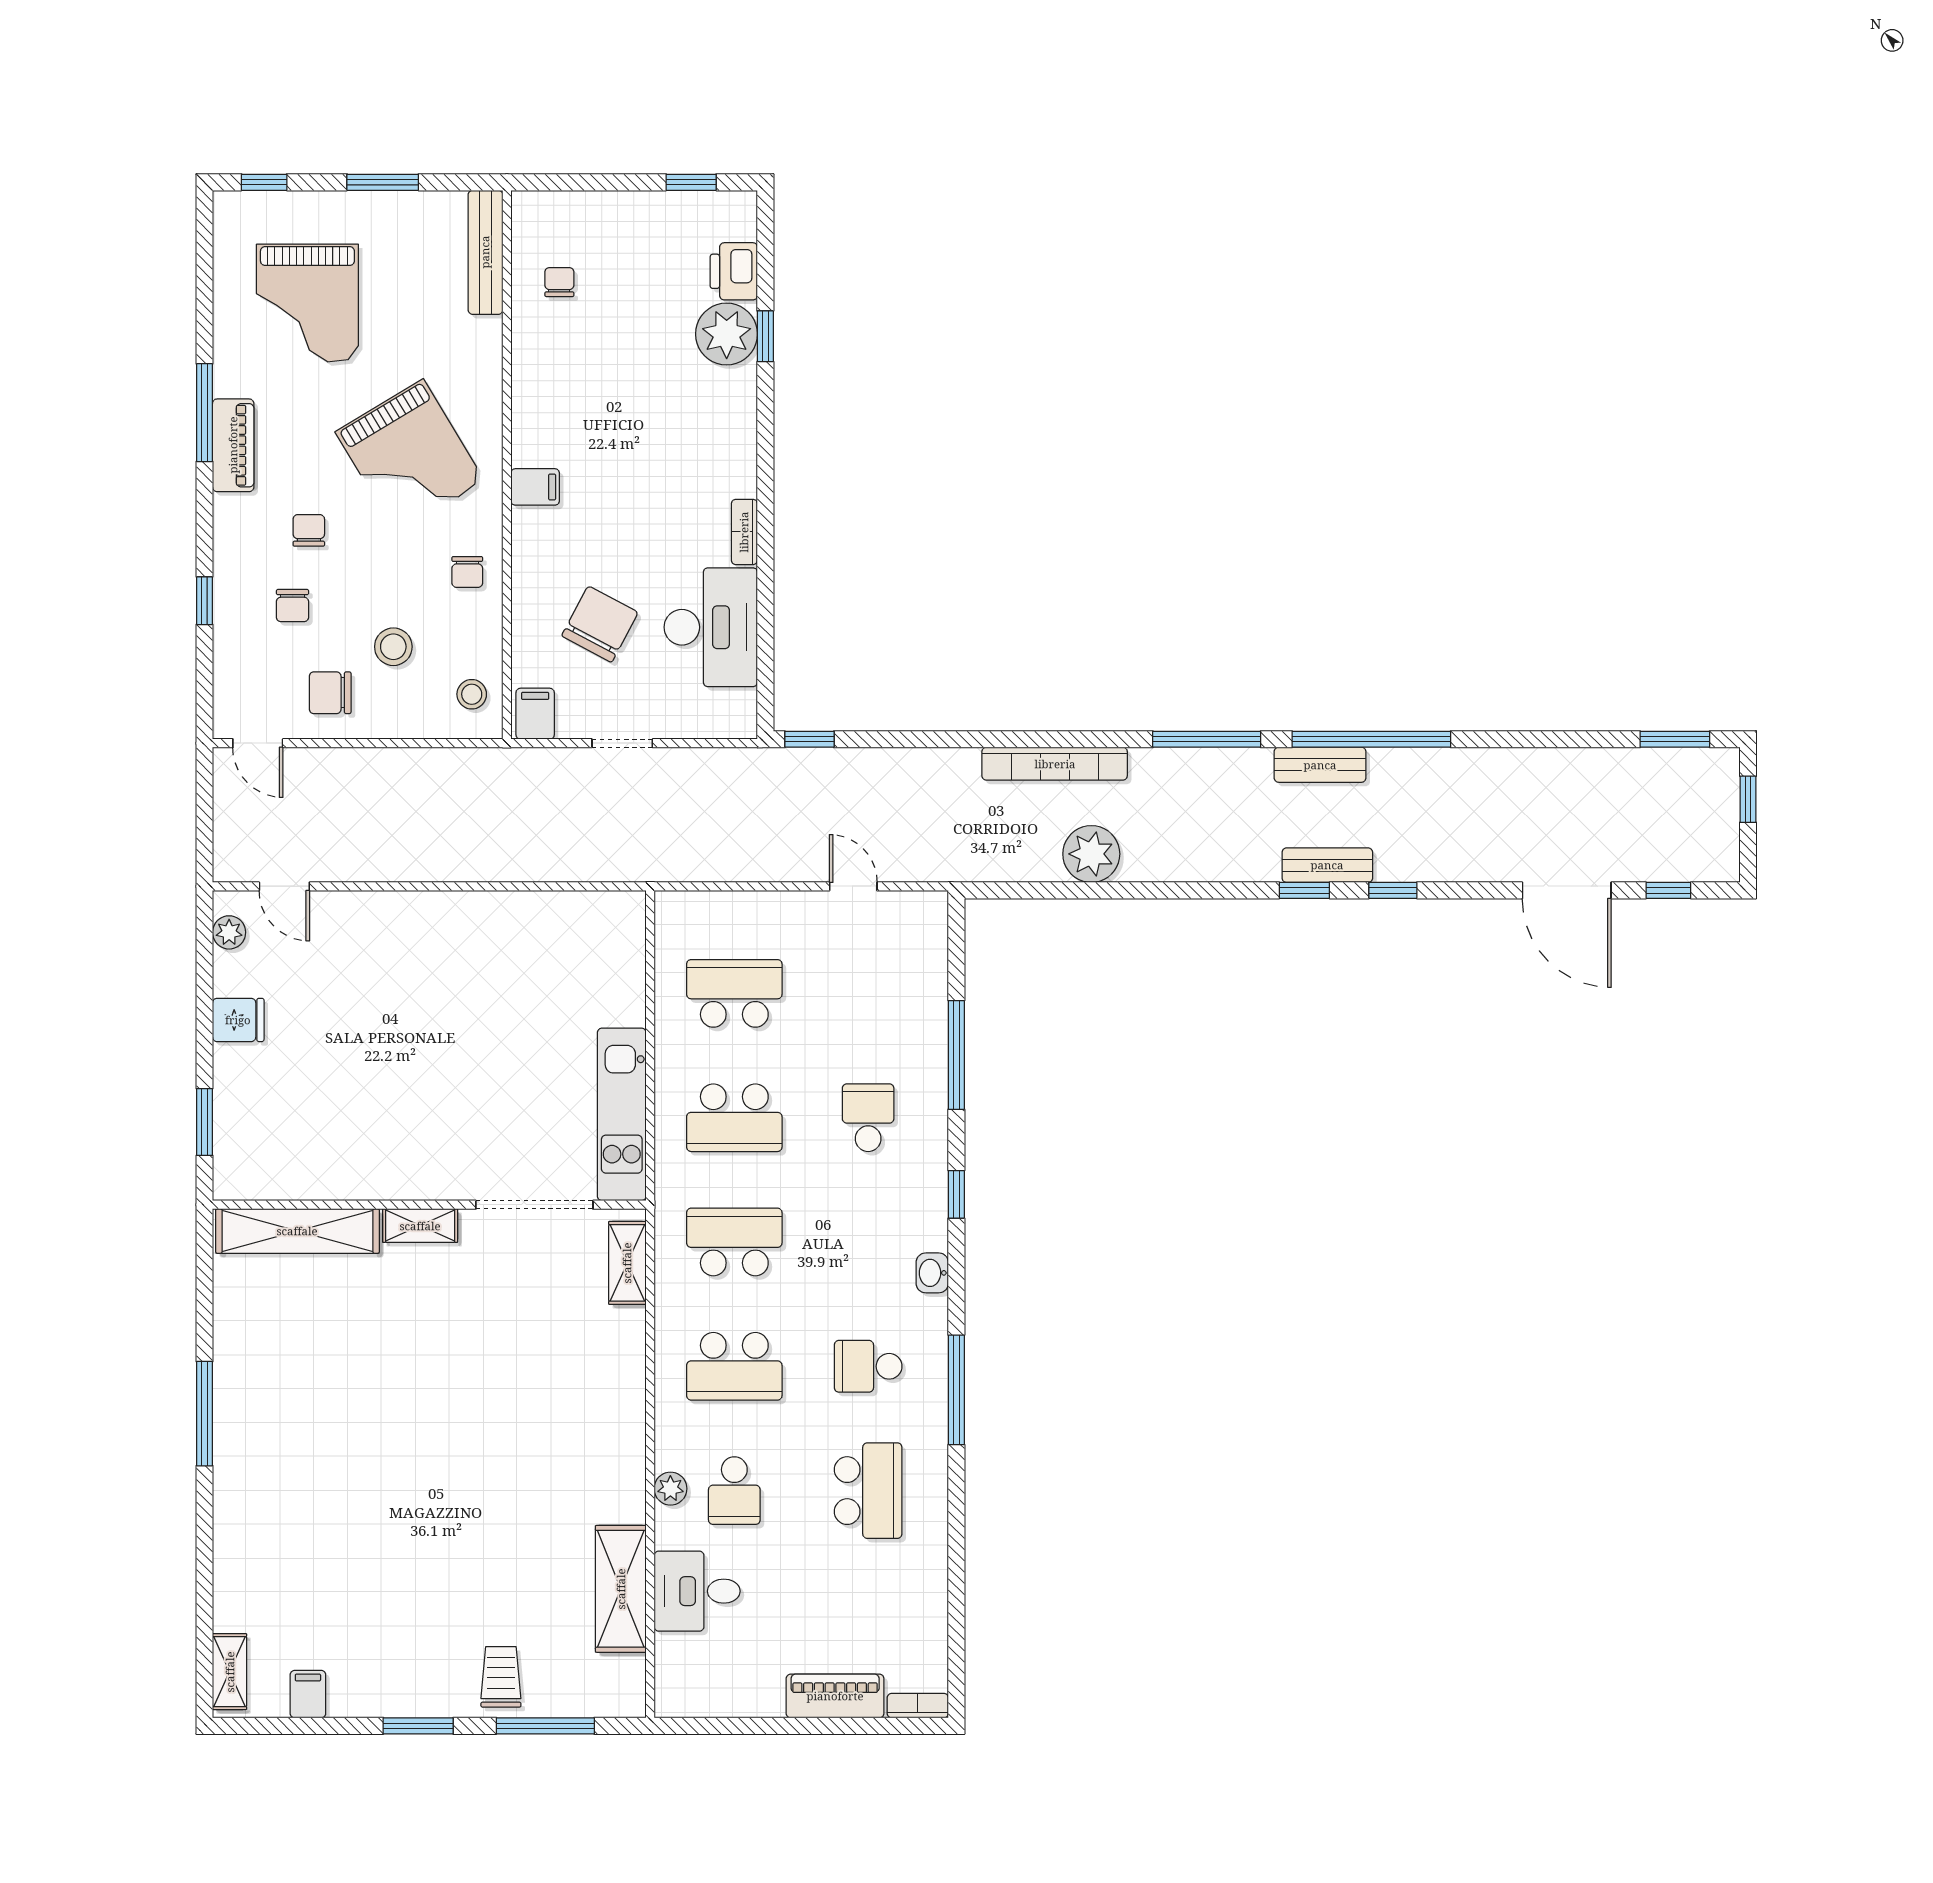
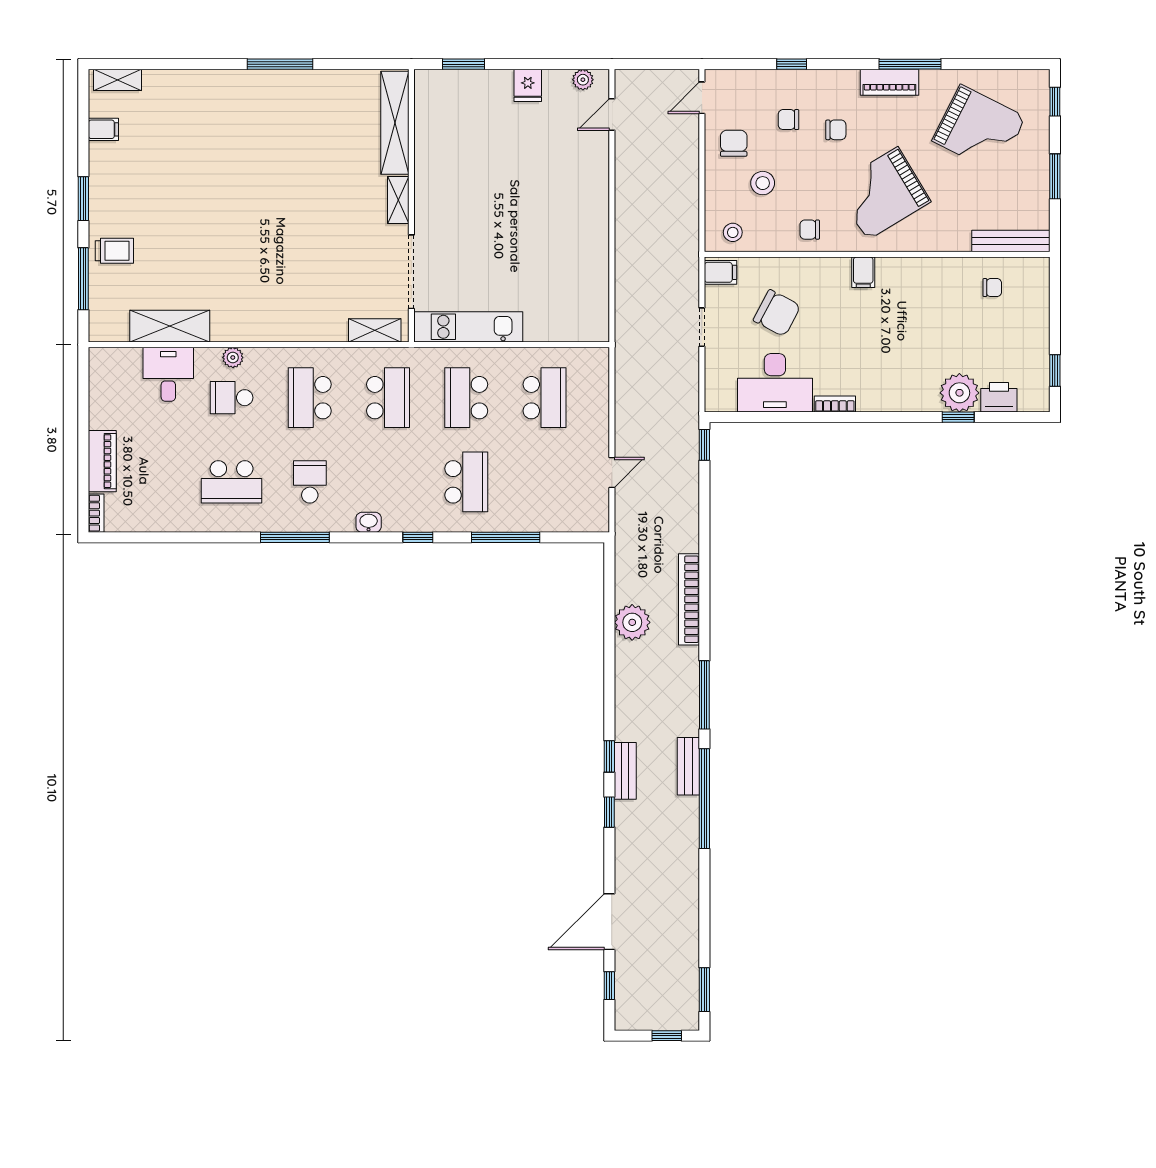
grand piano: (307, 303) -> (979, 129), turned -153
school desk: (868, 1118) -> (466, 482), width x1.85

